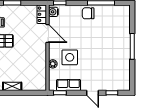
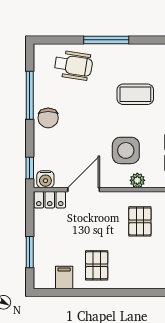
wheelchair: (118, 28) -> (73, 65), added
coffee table: (102, 63) -> (135, 94), added
pallet: (30, 65) -> (140, 221), added

